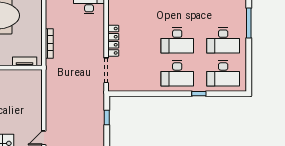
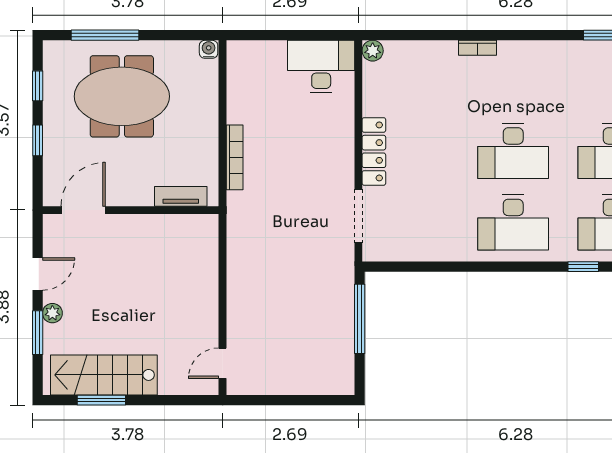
window: (199, 94) -> (583, 267), moved
window: (107, 118) -> (360, 319), width x2.17

